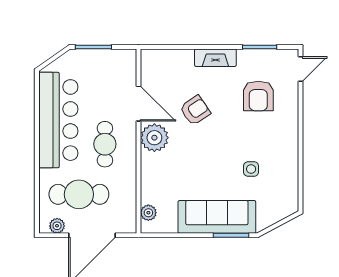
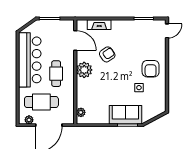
fireplace: (215, 58) -> (99, 25), moved
armchair: (258, 96) -> (151, 69), moved
door: (139, 104) -> (75, 40), moved
sofa: (217, 217) -> (125, 115), width x0.73

